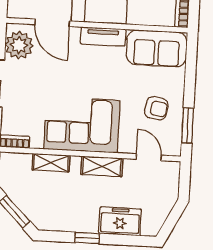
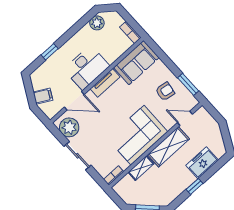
shelving: (102, 166) -> (168, 147), width x1.50, depth x1.33

